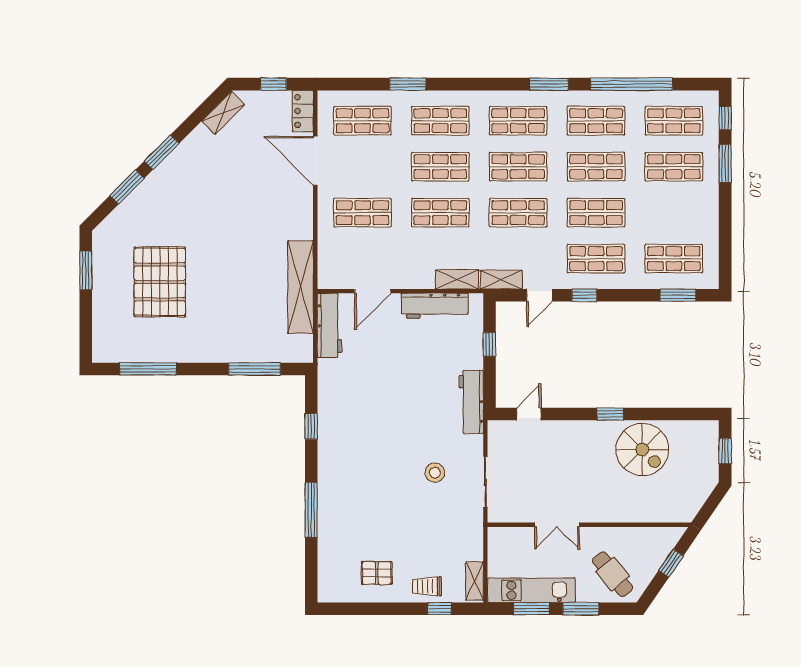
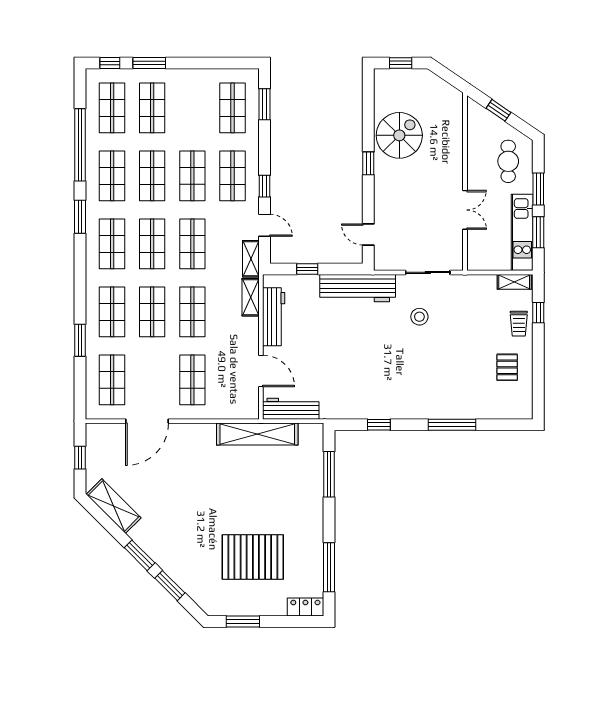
locker: (303, 111) -> (305, 607), moved, turned 180
shelving: (223, 113) -> (114, 506), width x1.50, depth x1.33
workbench: (471, 402) -> (358, 288), width x1.36, depth x1.32
cafe table: (613, 574) -> (508, 161), turned -51

